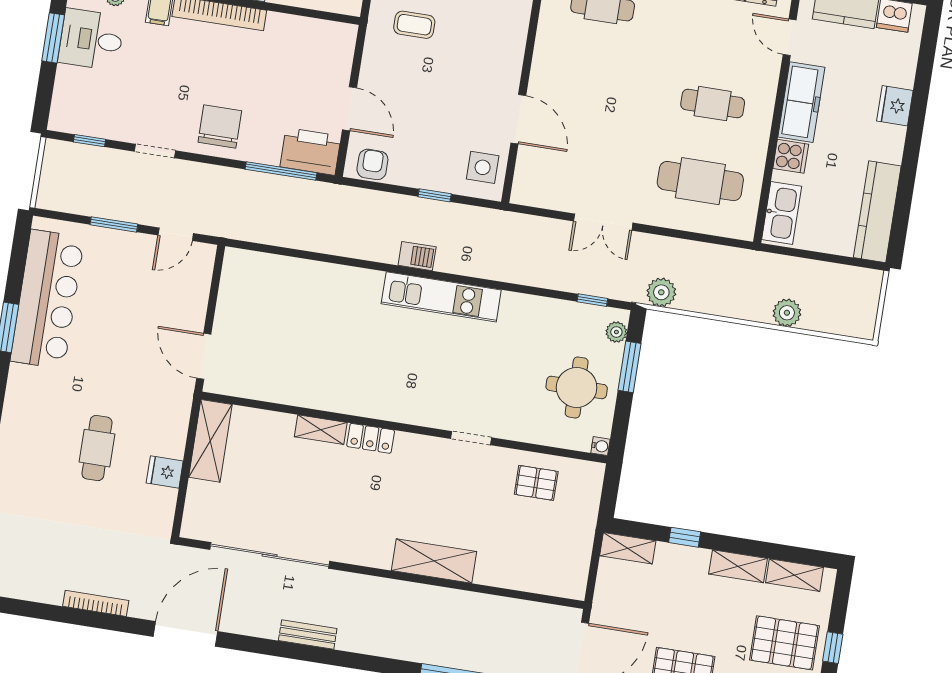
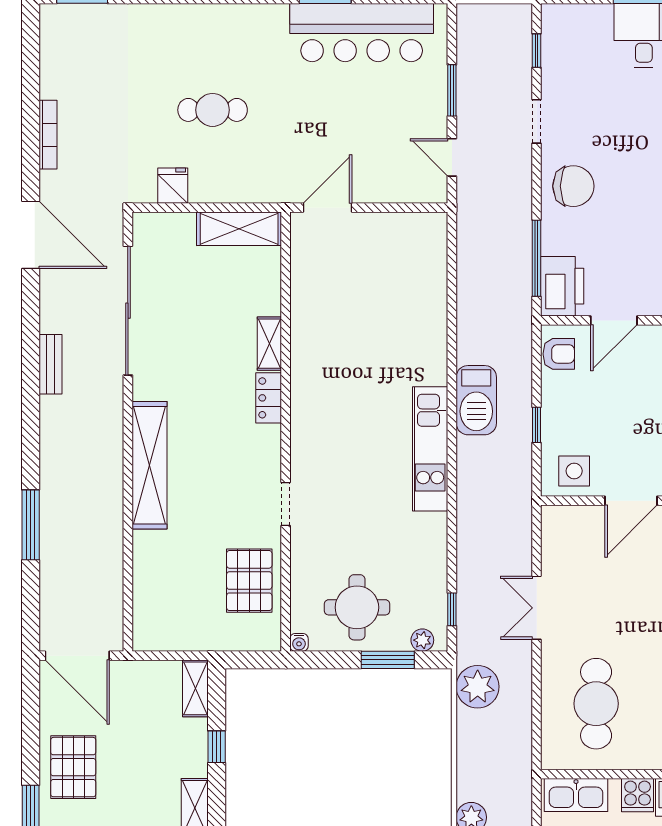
barbecue: (417, 256) -> (476, 400), width x1.88, depth x1.53
plant: (661, 292) -> (478, 687), width x1.36, depth x1.36
fridge: (165, 472) -> (173, 186), moved
pallet: (536, 483) -> (249, 581), width x1.50, depth x1.42
shelving: (434, 561) -> (150, 465), width x1.47

